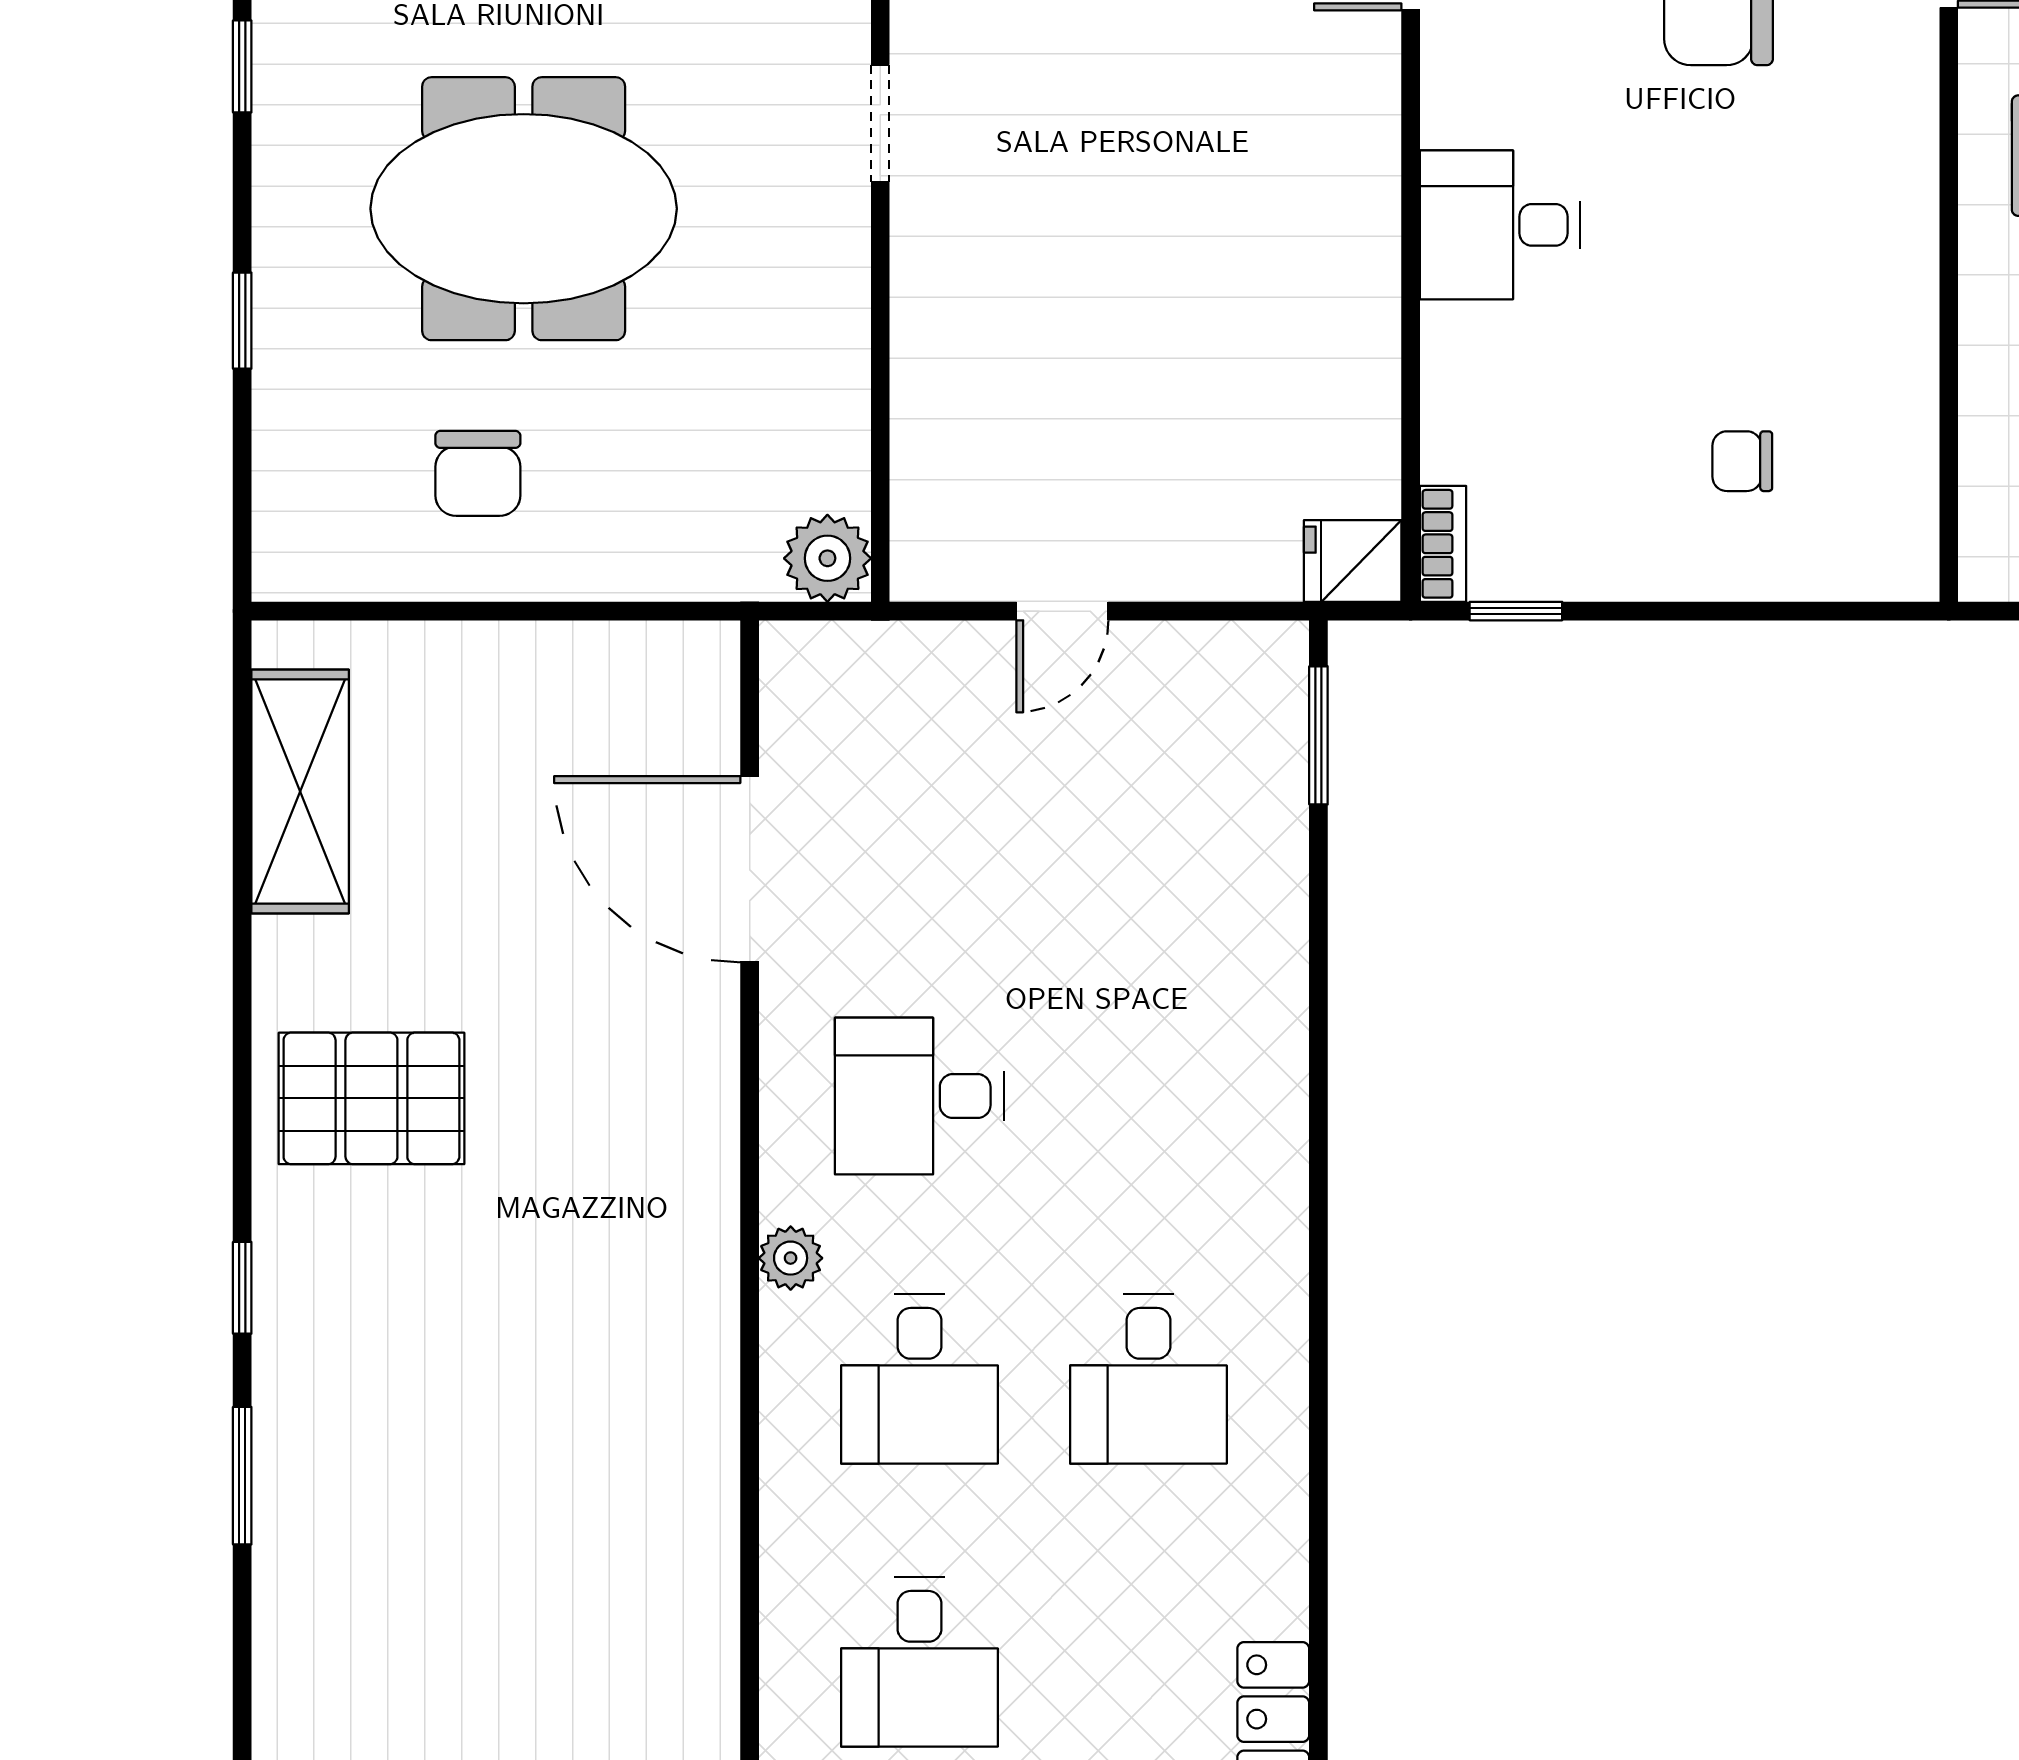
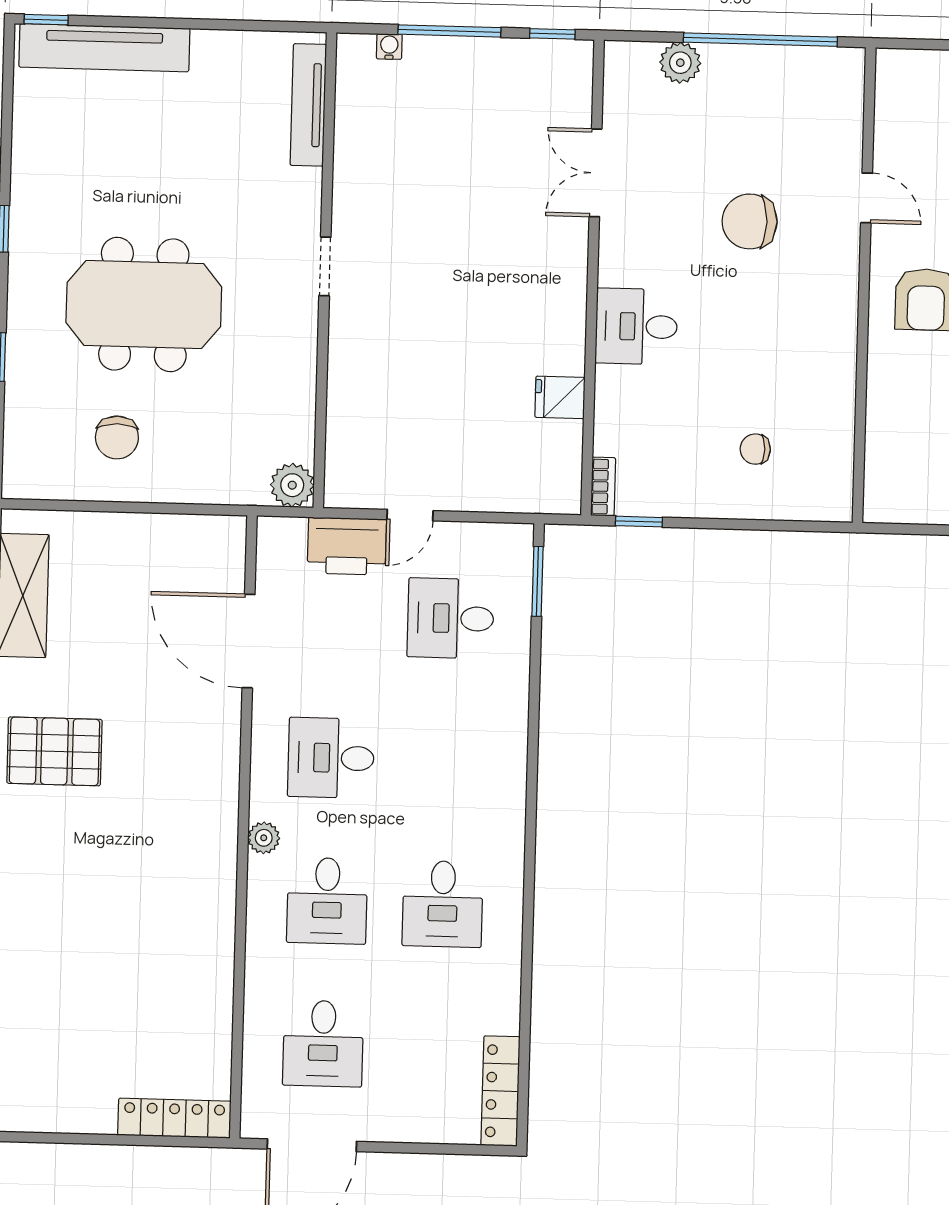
fridge: (1353, 561) -> (560, 397), moved
printer: (939, 676) -> (347, 546), added
desk: (1148, 813) -> (451, 618), added

